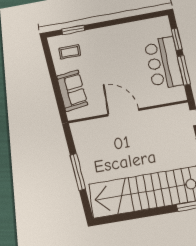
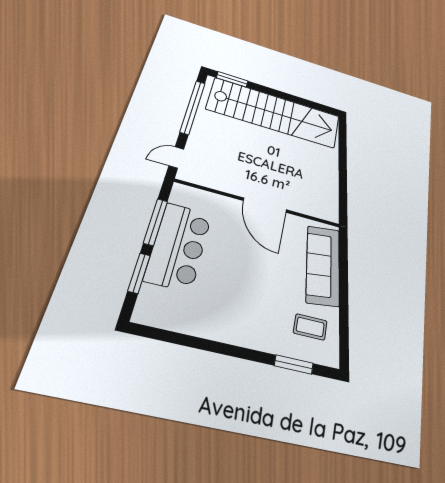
sofa: (72, 90) -> (323, 265), width x1.36
window: (78, 172) -> (343, 166), removed

